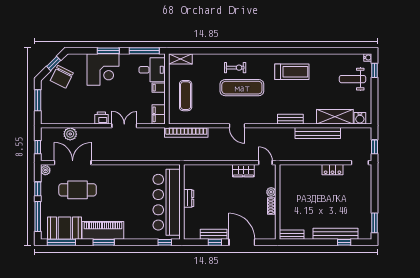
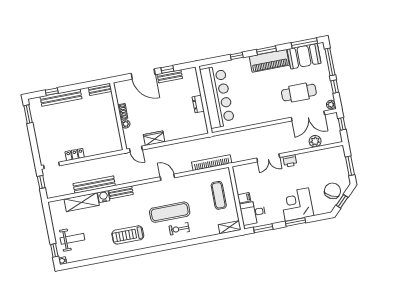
window: (144, 51) -> (263, 228), width x0.69
filing cabinet: (159, 114) -> (239, 174), removed
water cooler: (360, 118) -> (104, 197), moved
window: (165, 242) -> (237, 56), moved

